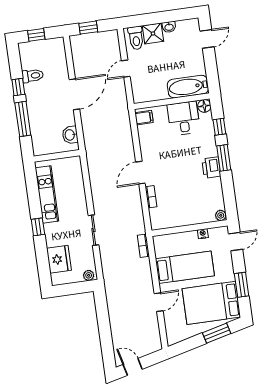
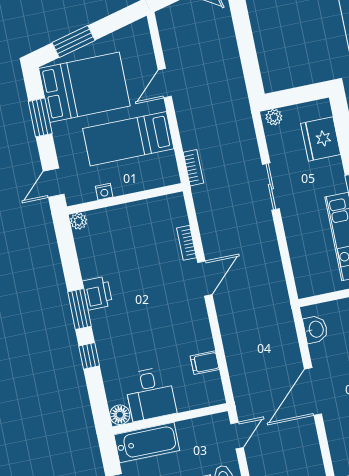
bathtub: (188, 87) -> (147, 443), moved
wall: (172, 101) -> (170, 419), moved
floor lamp: (204, 106) -> (120, 415), moved
desk: (184, 118) -> (150, 394), moved

